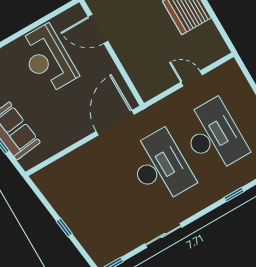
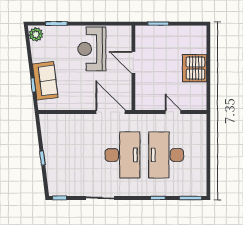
door: (98, 29) -> (133, 62), moved
door: (115, 123) -> (111, 112), hinge flipped
desk: (214, 136) -> (166, 155), turned 180

